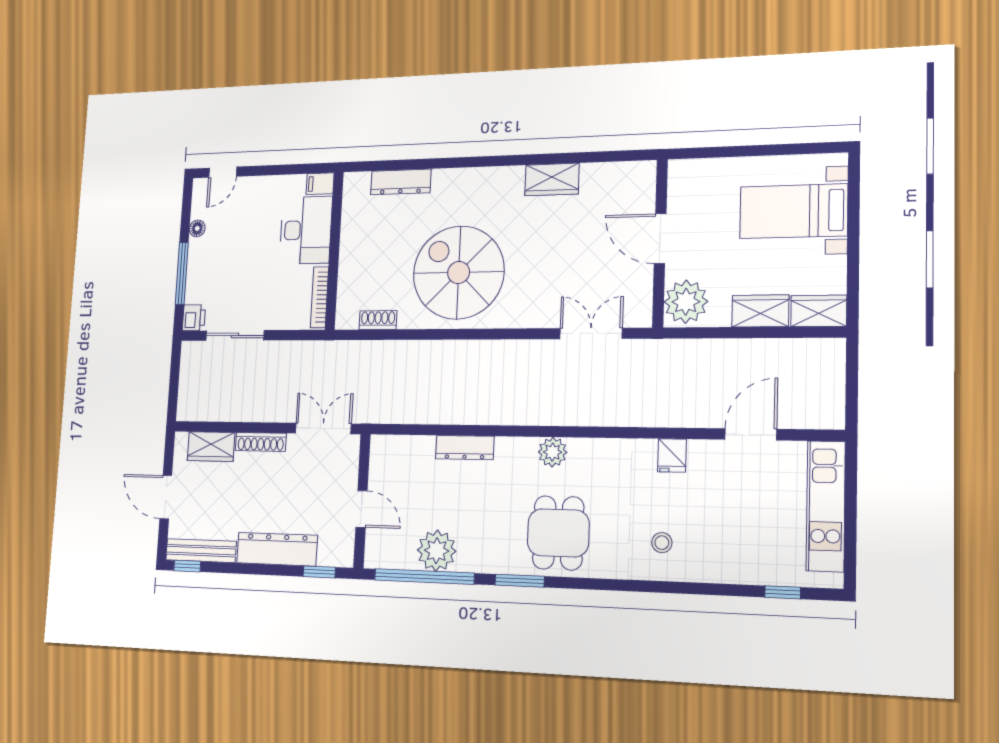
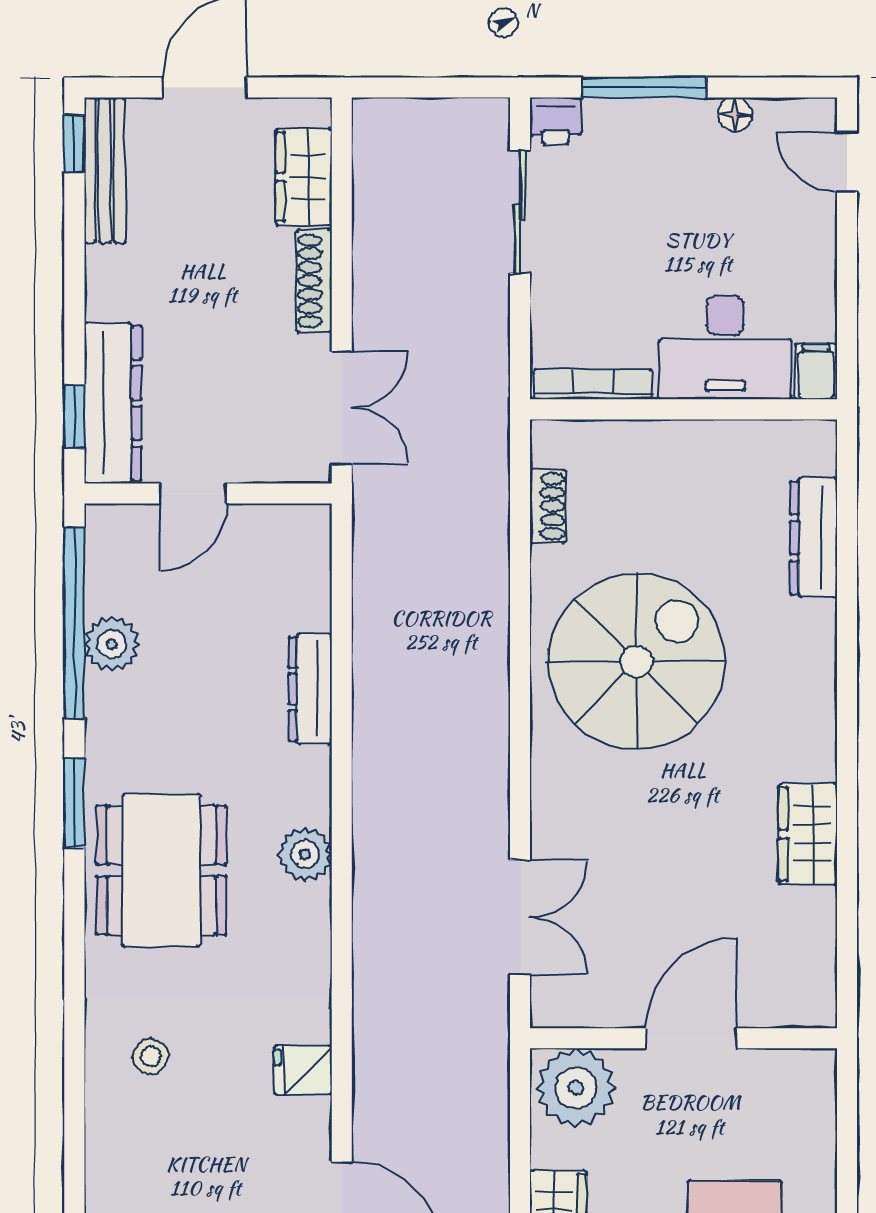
dining table: (558, 533) -> (161, 870), width x1.37
dresser: (277, 549) -> (113, 403), moved
plant: (437, 551) -> (112, 644), width x0.73, depth x0.73

